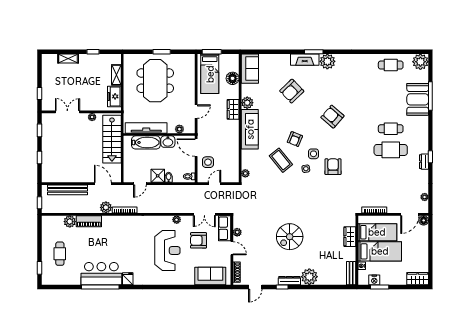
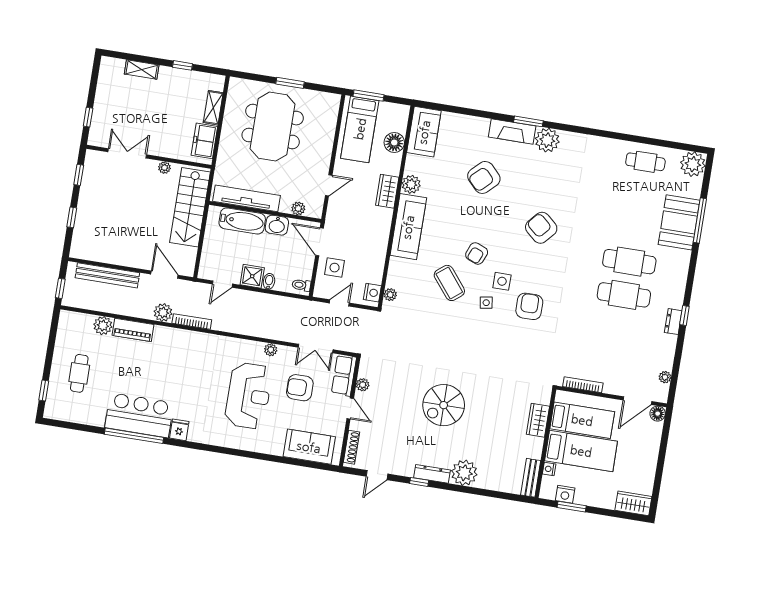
cafe table: (391, 129) -> (629, 262), width x1.37, depth x1.35
nightstand: (234, 174) -> (372, 293), added

